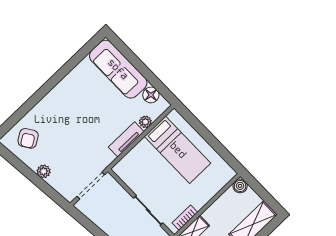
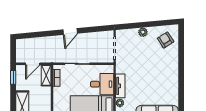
desk: (144, 161) -> (102, 84), added

